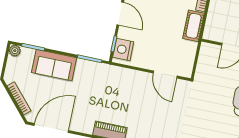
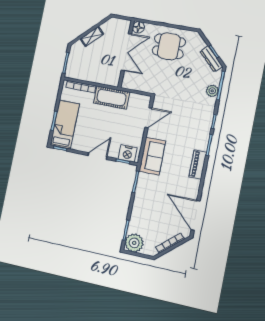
cot: (194, 26) -> (111, 98), width x1.37, depth x1.34
plant: (15, 51) -> (134, 243), width x1.88, depth x1.88
sofa: (54, 65) -> (152, 156), moved

